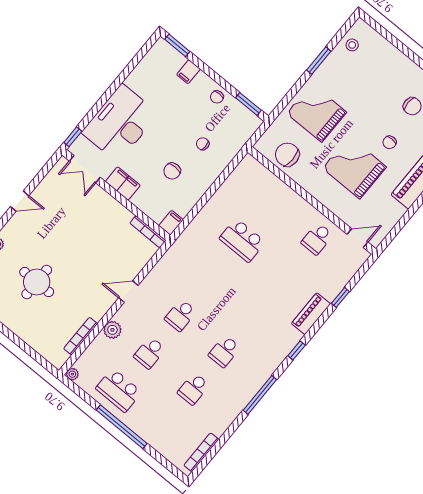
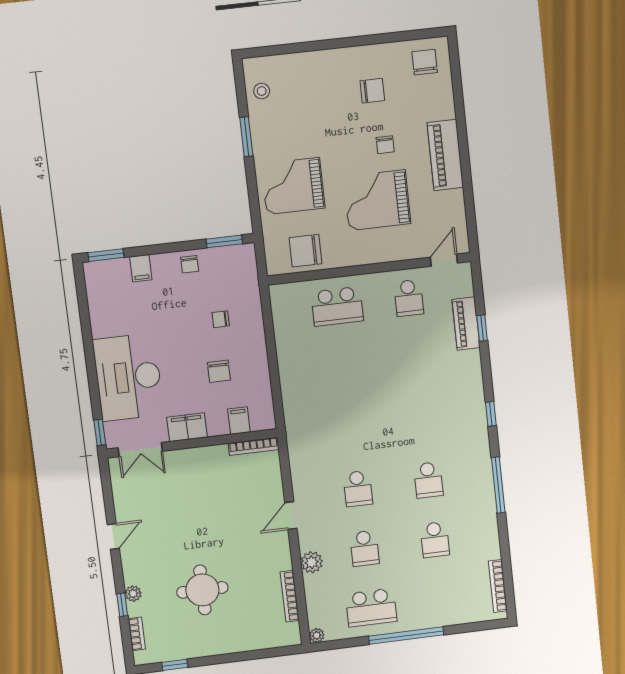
filing cabinet: (171, 223) -> (239, 421), moved
school desk: (242, 240) -> (337, 306), moved
piano: (311, 314) -> (466, 324), moved

